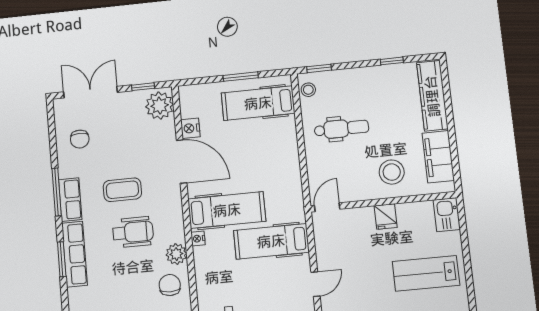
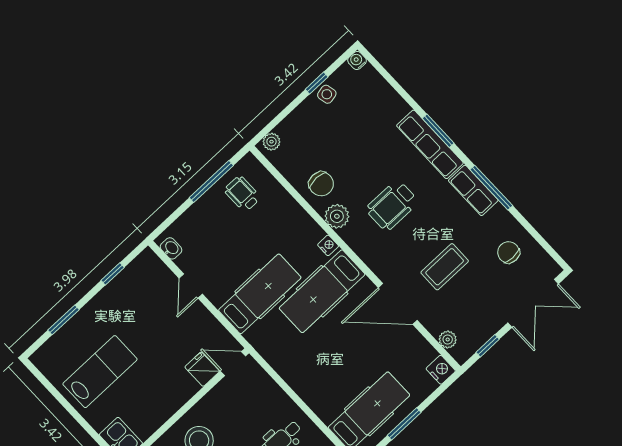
plant: (160, 106) -> (448, 340), width x0.53, depth x0.53
nightstand: (190, 128) -> (441, 370), moved
coffee table: (122, 190) -> (445, 267), moved
door: (327, 207) -> (233, 364), swing flipped
fridge: (386, 217) -> (202, 369), moved

